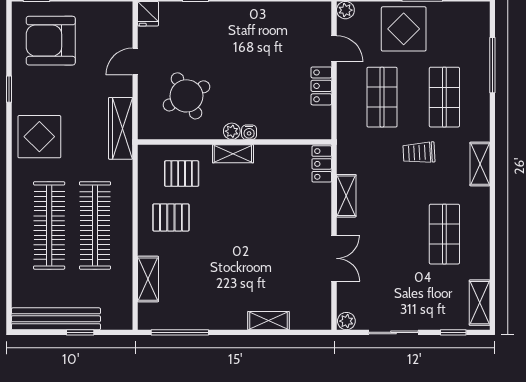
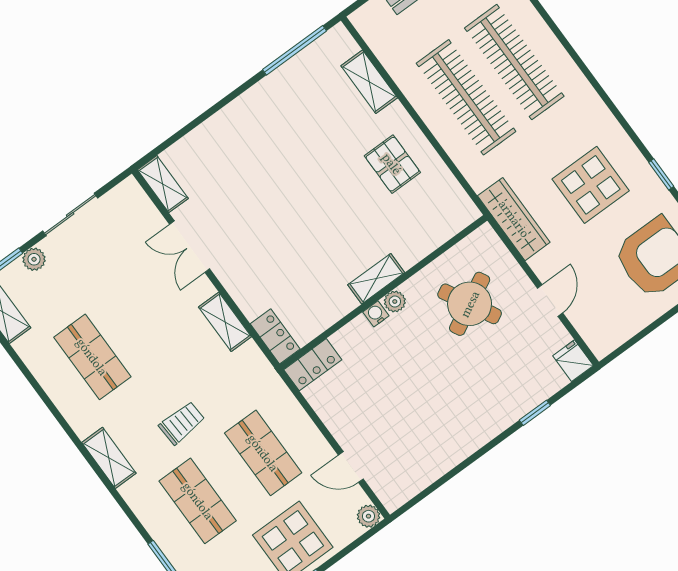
locker: (321, 86) -> (313, 365), moved, turned 90
display table: (39, 137) -> (591, 185), moved
pallet: (182, 174) -> (415, 218), removed
pallet: (171, 217) -> (392, 164), turned 90
shelving: (269, 321) -> (163, 184), moved, turned 90
plant: (346, 321) -> (34, 259), moved

